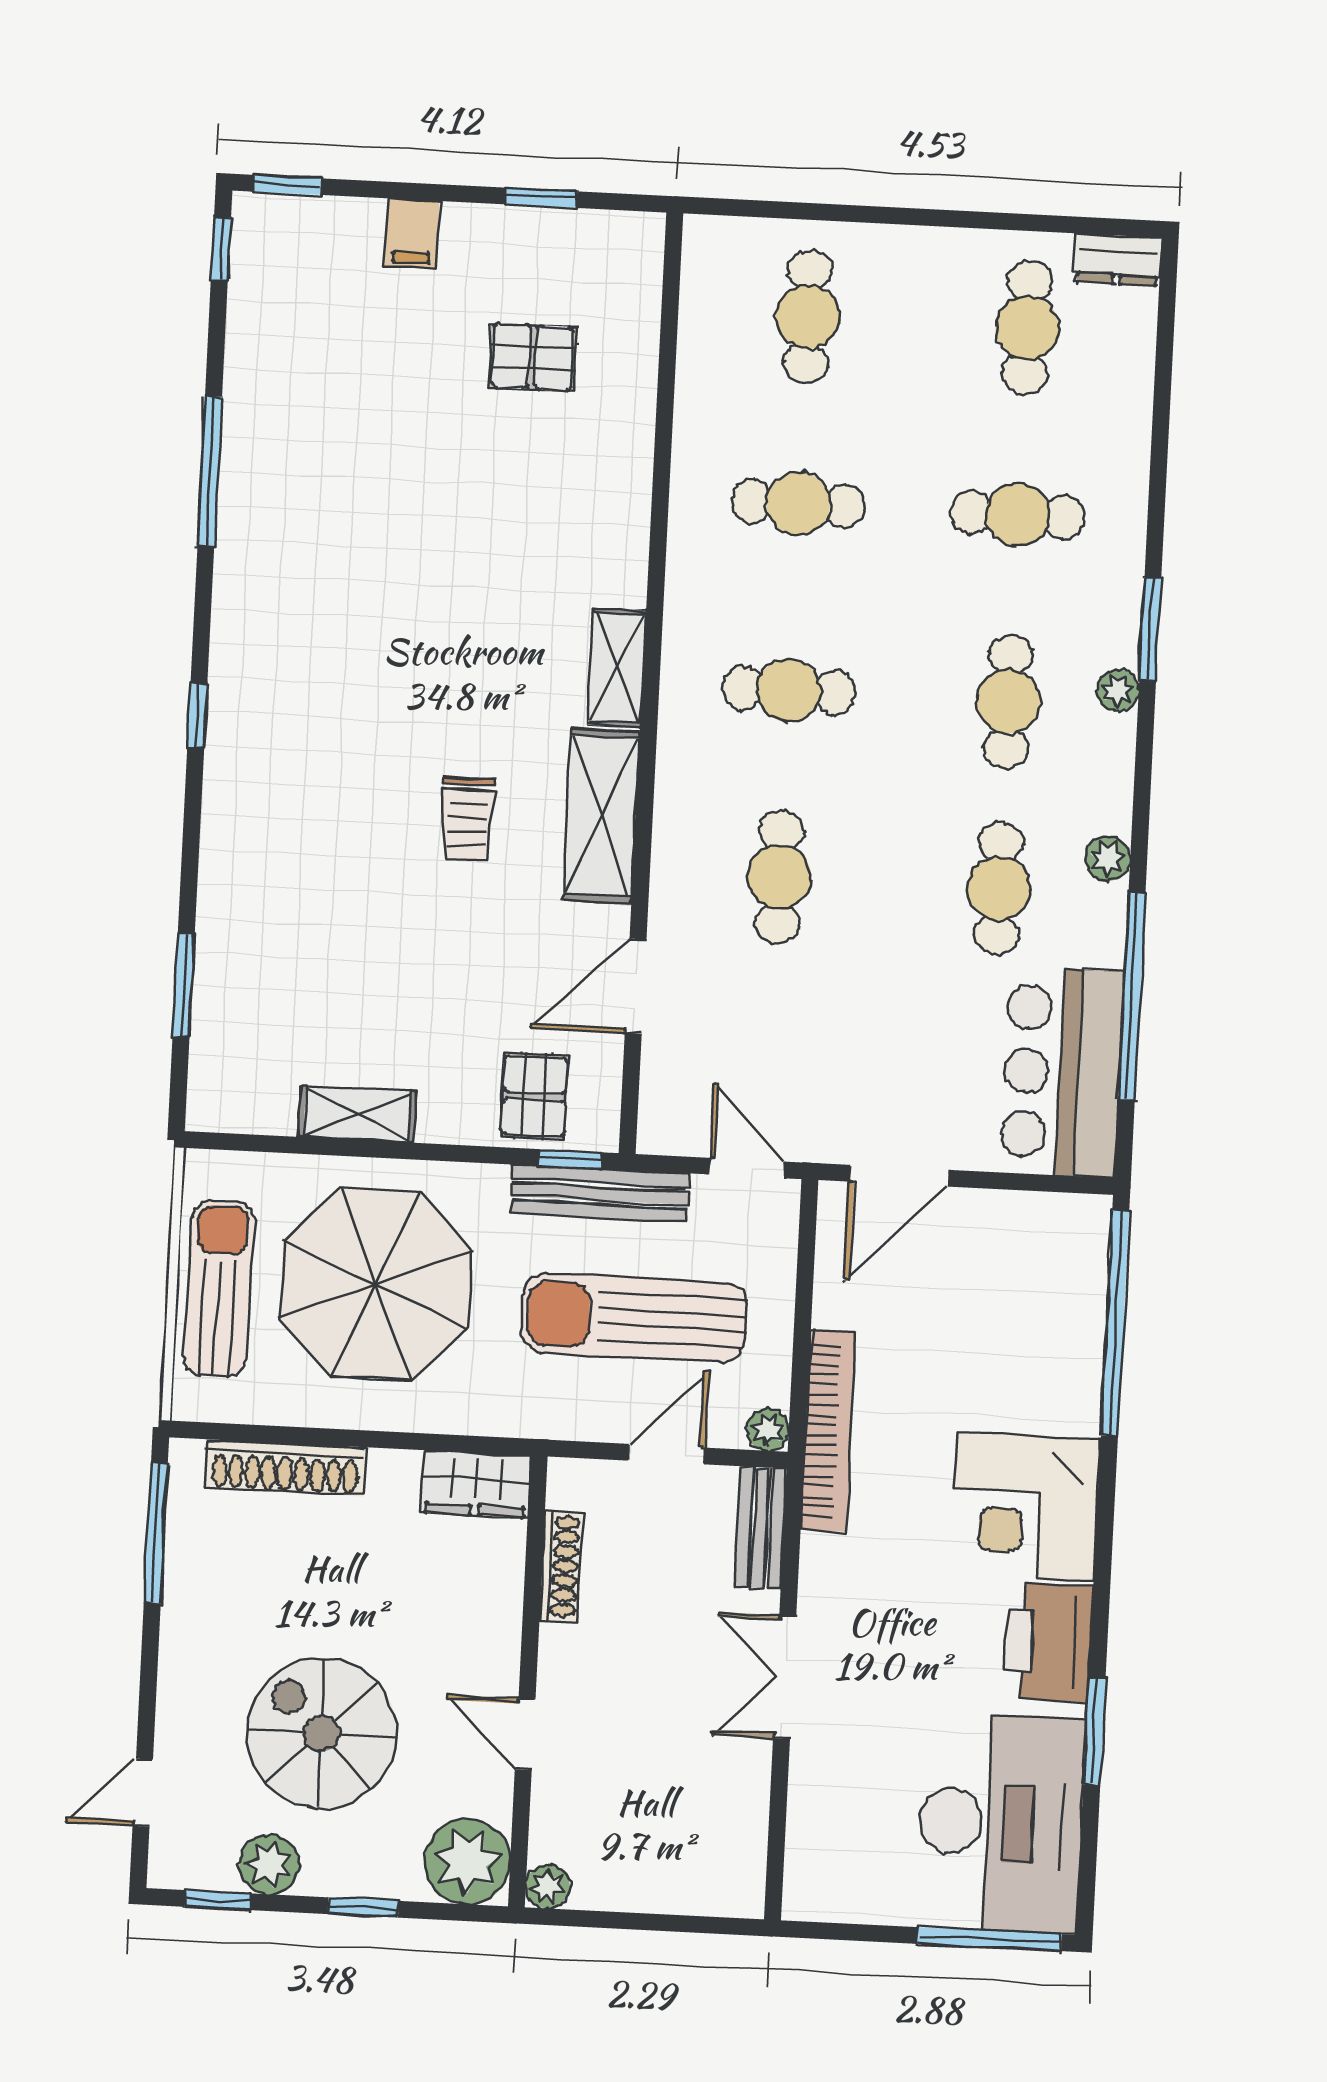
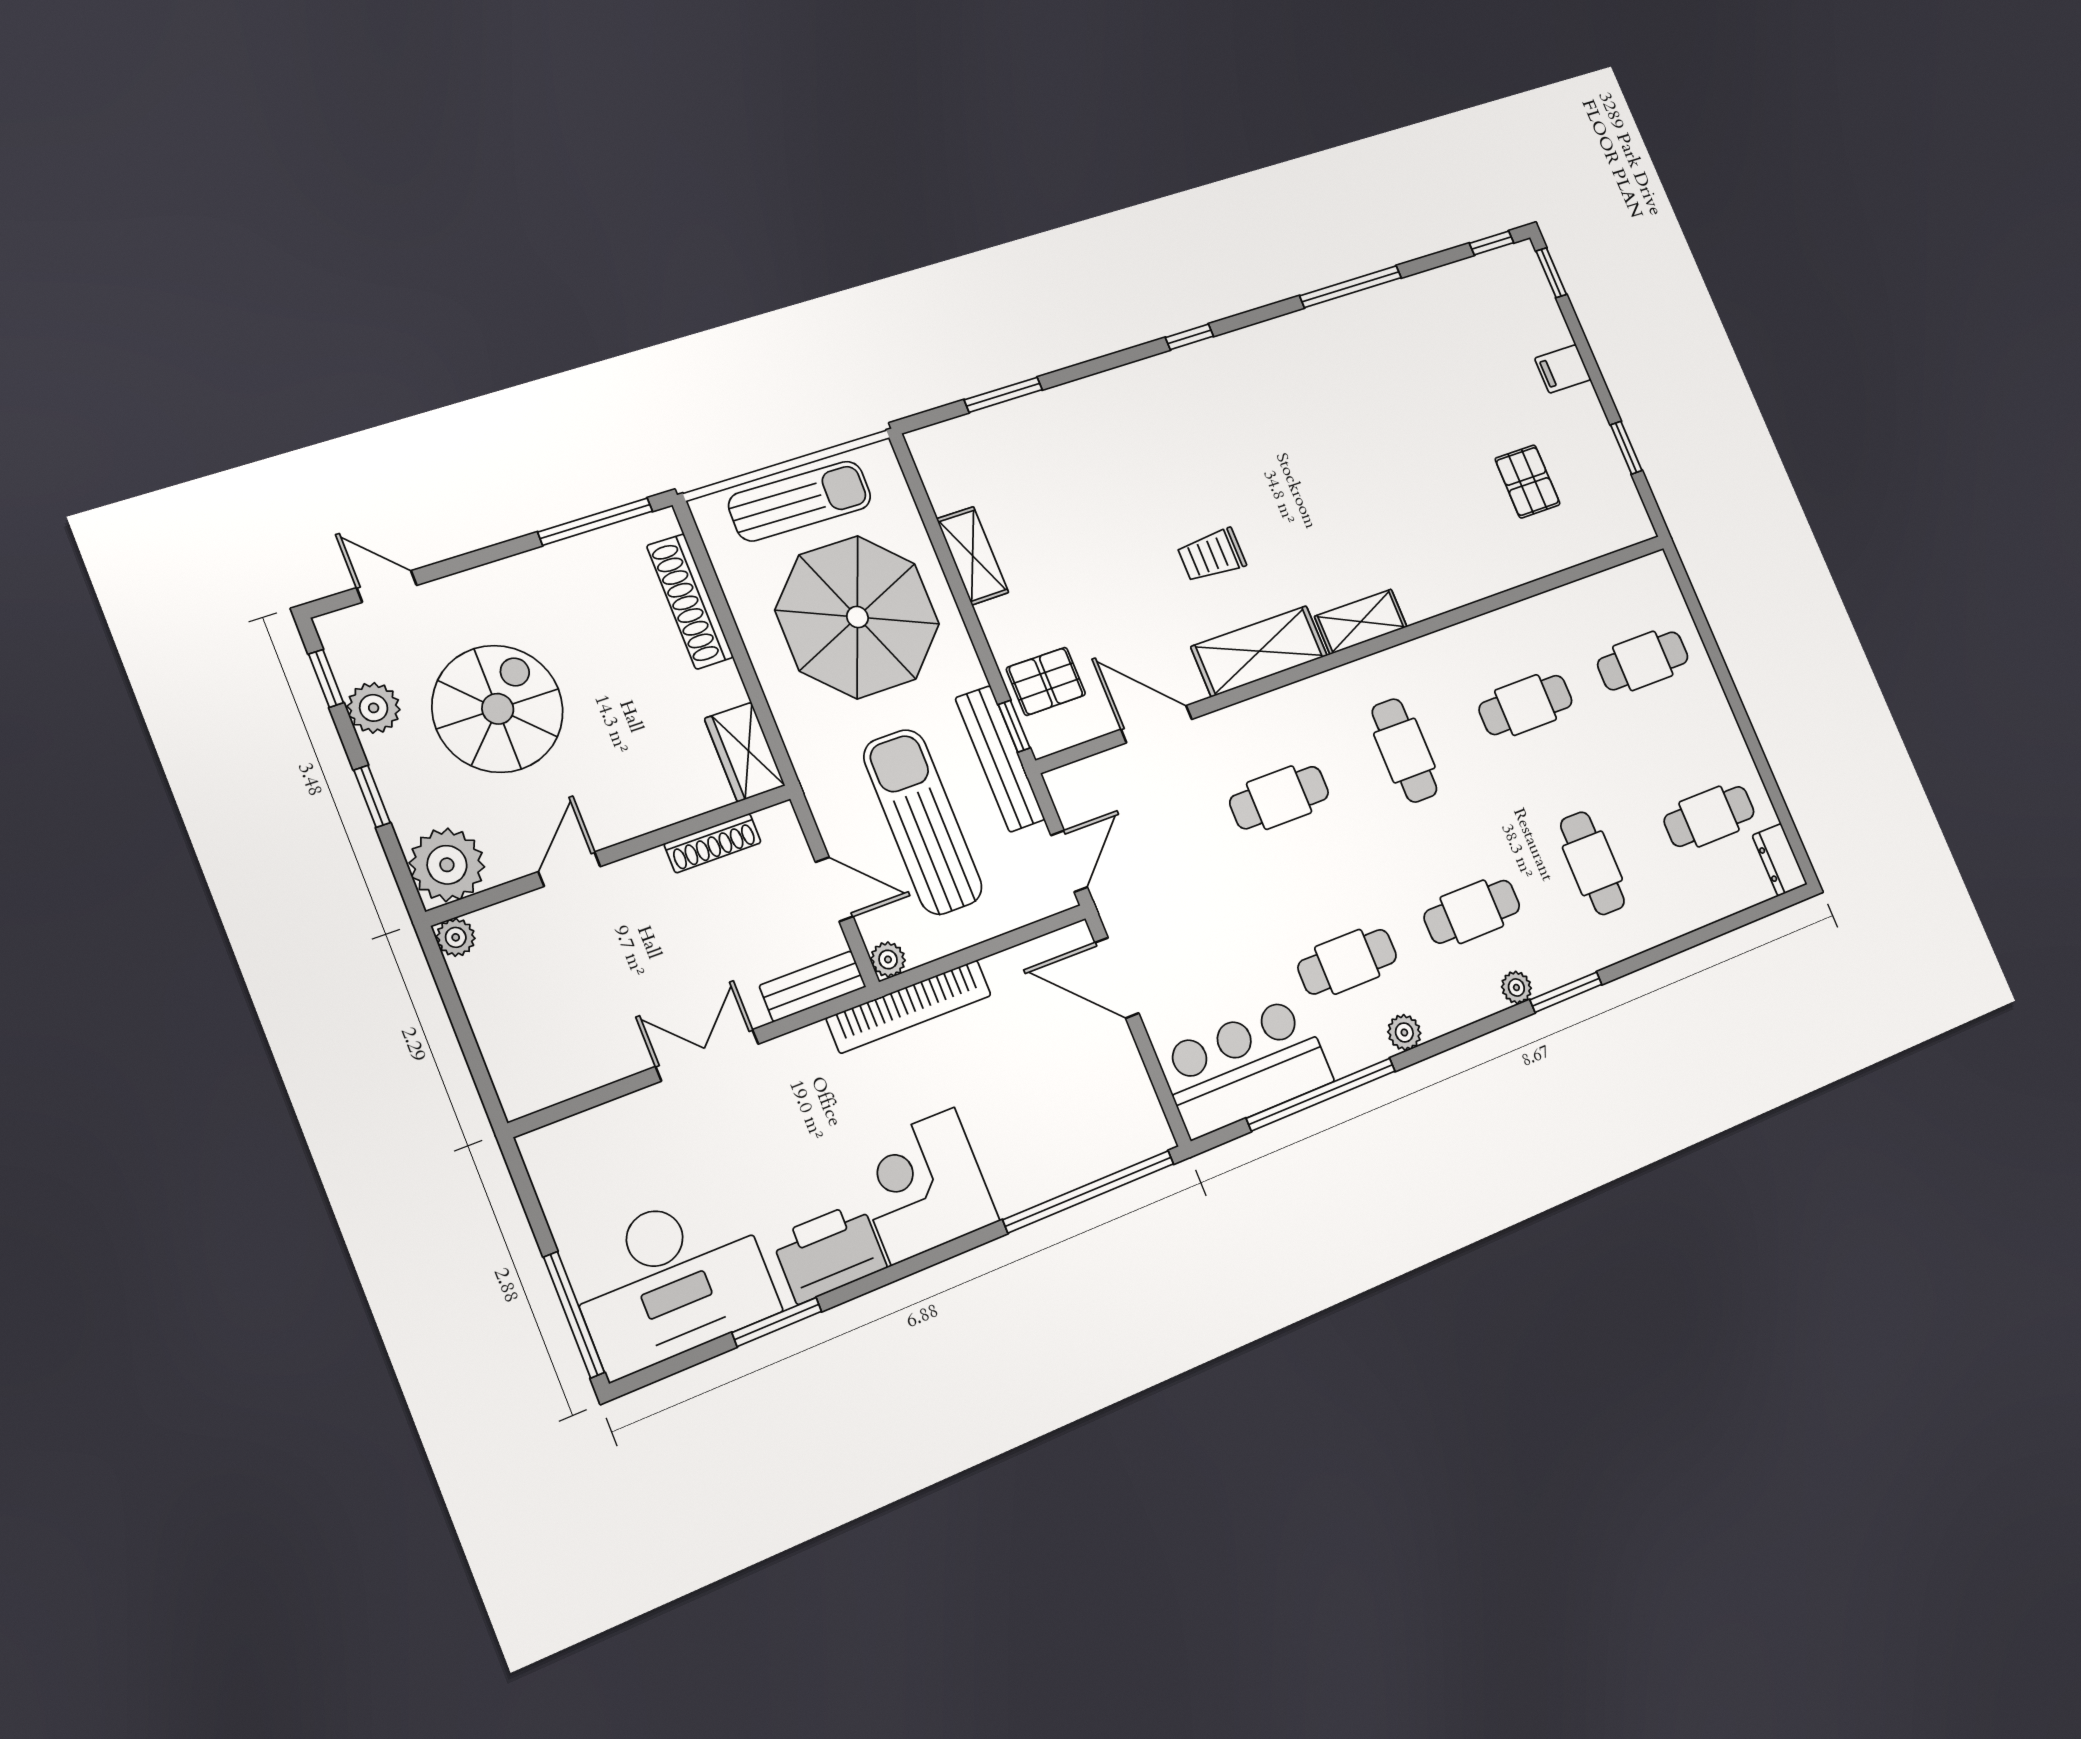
cafe table: (798, 504) -> (1526, 705), turned 90

